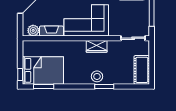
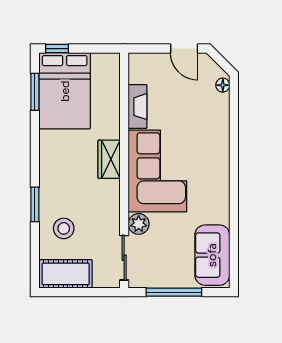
plant: (33, 30) -> (139, 224), moved
wardrobe: (97, 46) -> (109, 159), moved
stool: (97, 76) -> (64, 228), moved

